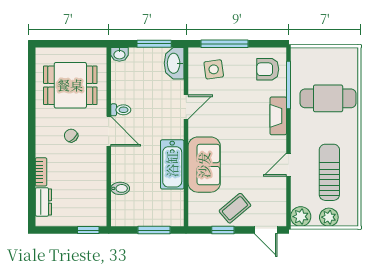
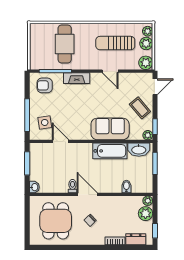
washbasin: (174, 63) -> (139, 150), moved
armchair: (268, 69) -> (45, 85), turned 90
door: (186, 107) -> (61, 141), moved
door: (109, 131) -> (87, 194), hinge flipped
plant: (81, 216) -> (145, 214), added
plant: (347, 219) -> (148, 31), added
plant: (100, 220) -> (148, 201), added
plant: (195, 220) -> (148, 135), added
window: (88, 230) -> (155, 231), moved
window: (223, 230) -> (155, 127), moved

